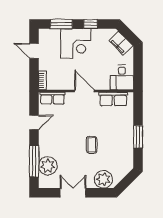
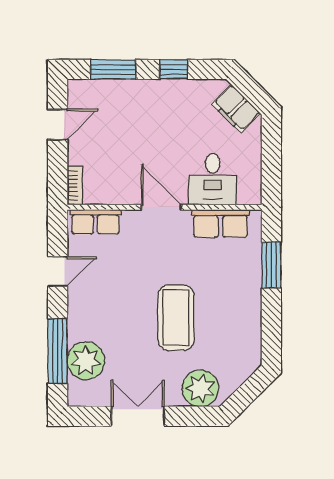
corner desk: (76, 43) -> (143, 109), removed
door: (34, 51) -> (58, 124), swing flipped
desk: (122, 77) -> (213, 179), moved
window: (138, 137) -> (271, 265), moved
coffee table: (92, 145) -> (176, 318), width x1.86, depth x1.72

